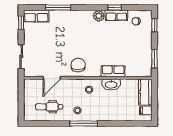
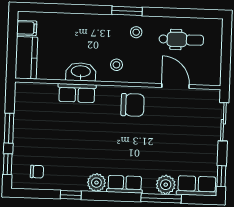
row of seats: (116, 15) -> (125, 184), moved
plant: (56, 16) -> (166, 185), added
window: (154, 59) -> (9, 128), moved
chair: (78, 65) -> (133, 105), turned -90
door: (52, 78) -> (176, 86), hinge flipped
window: (84, 123) -> (127, 11), width x0.69

